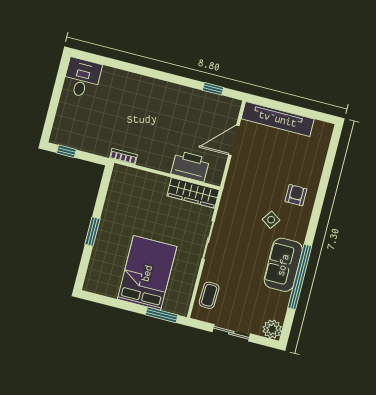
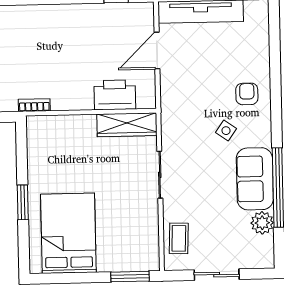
bed: (147, 273) -> (68, 233), moved
plant: (272, 329) -> (262, 223), moved

